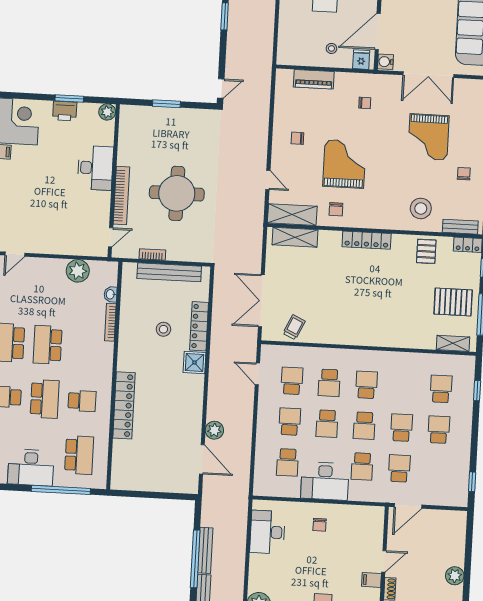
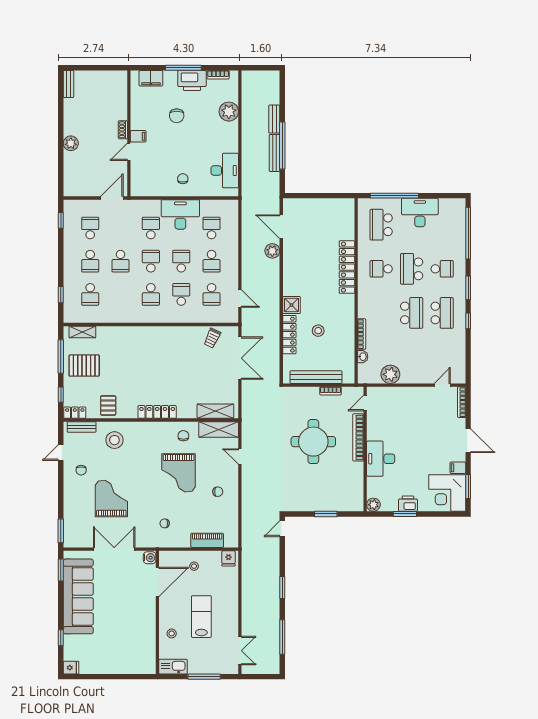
fridge: (361, 60) -> (228, 558), moved
school desk: (399, 468) -> (90, 228), moved, turned 180

